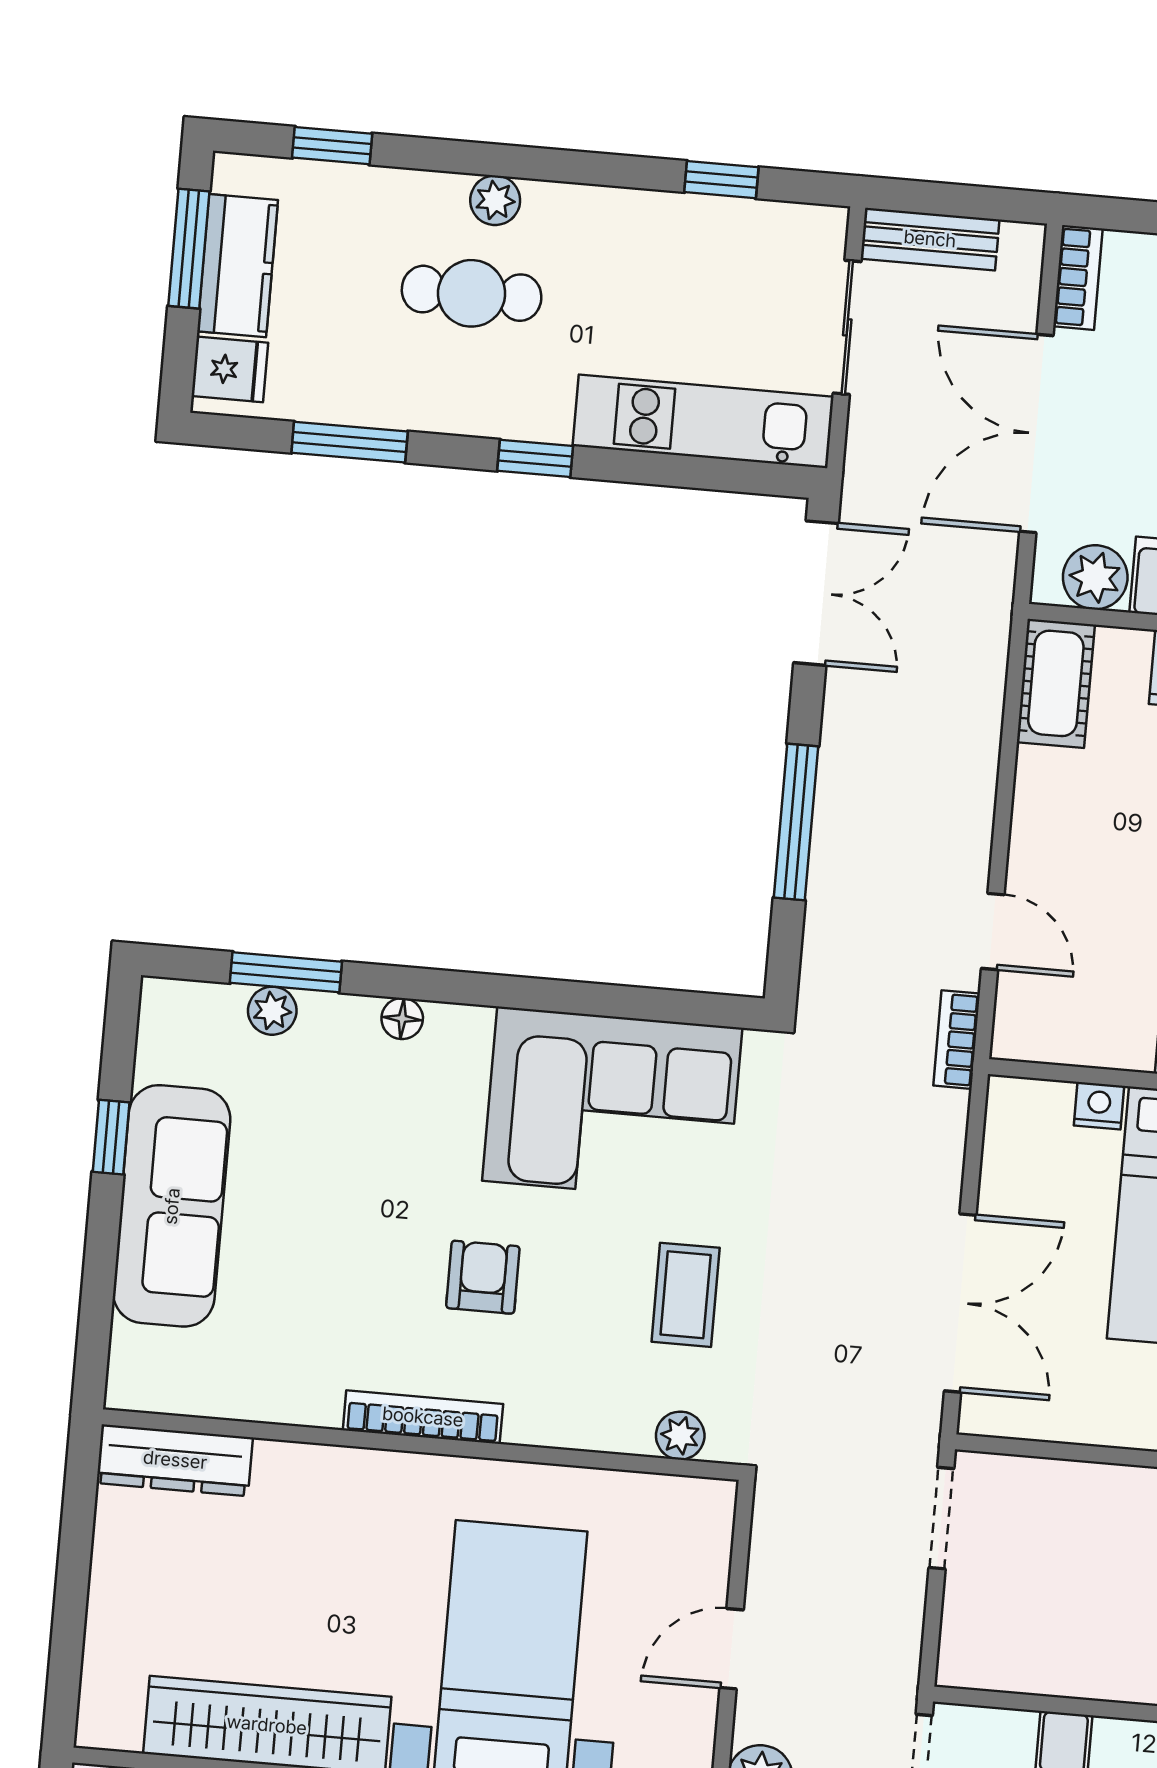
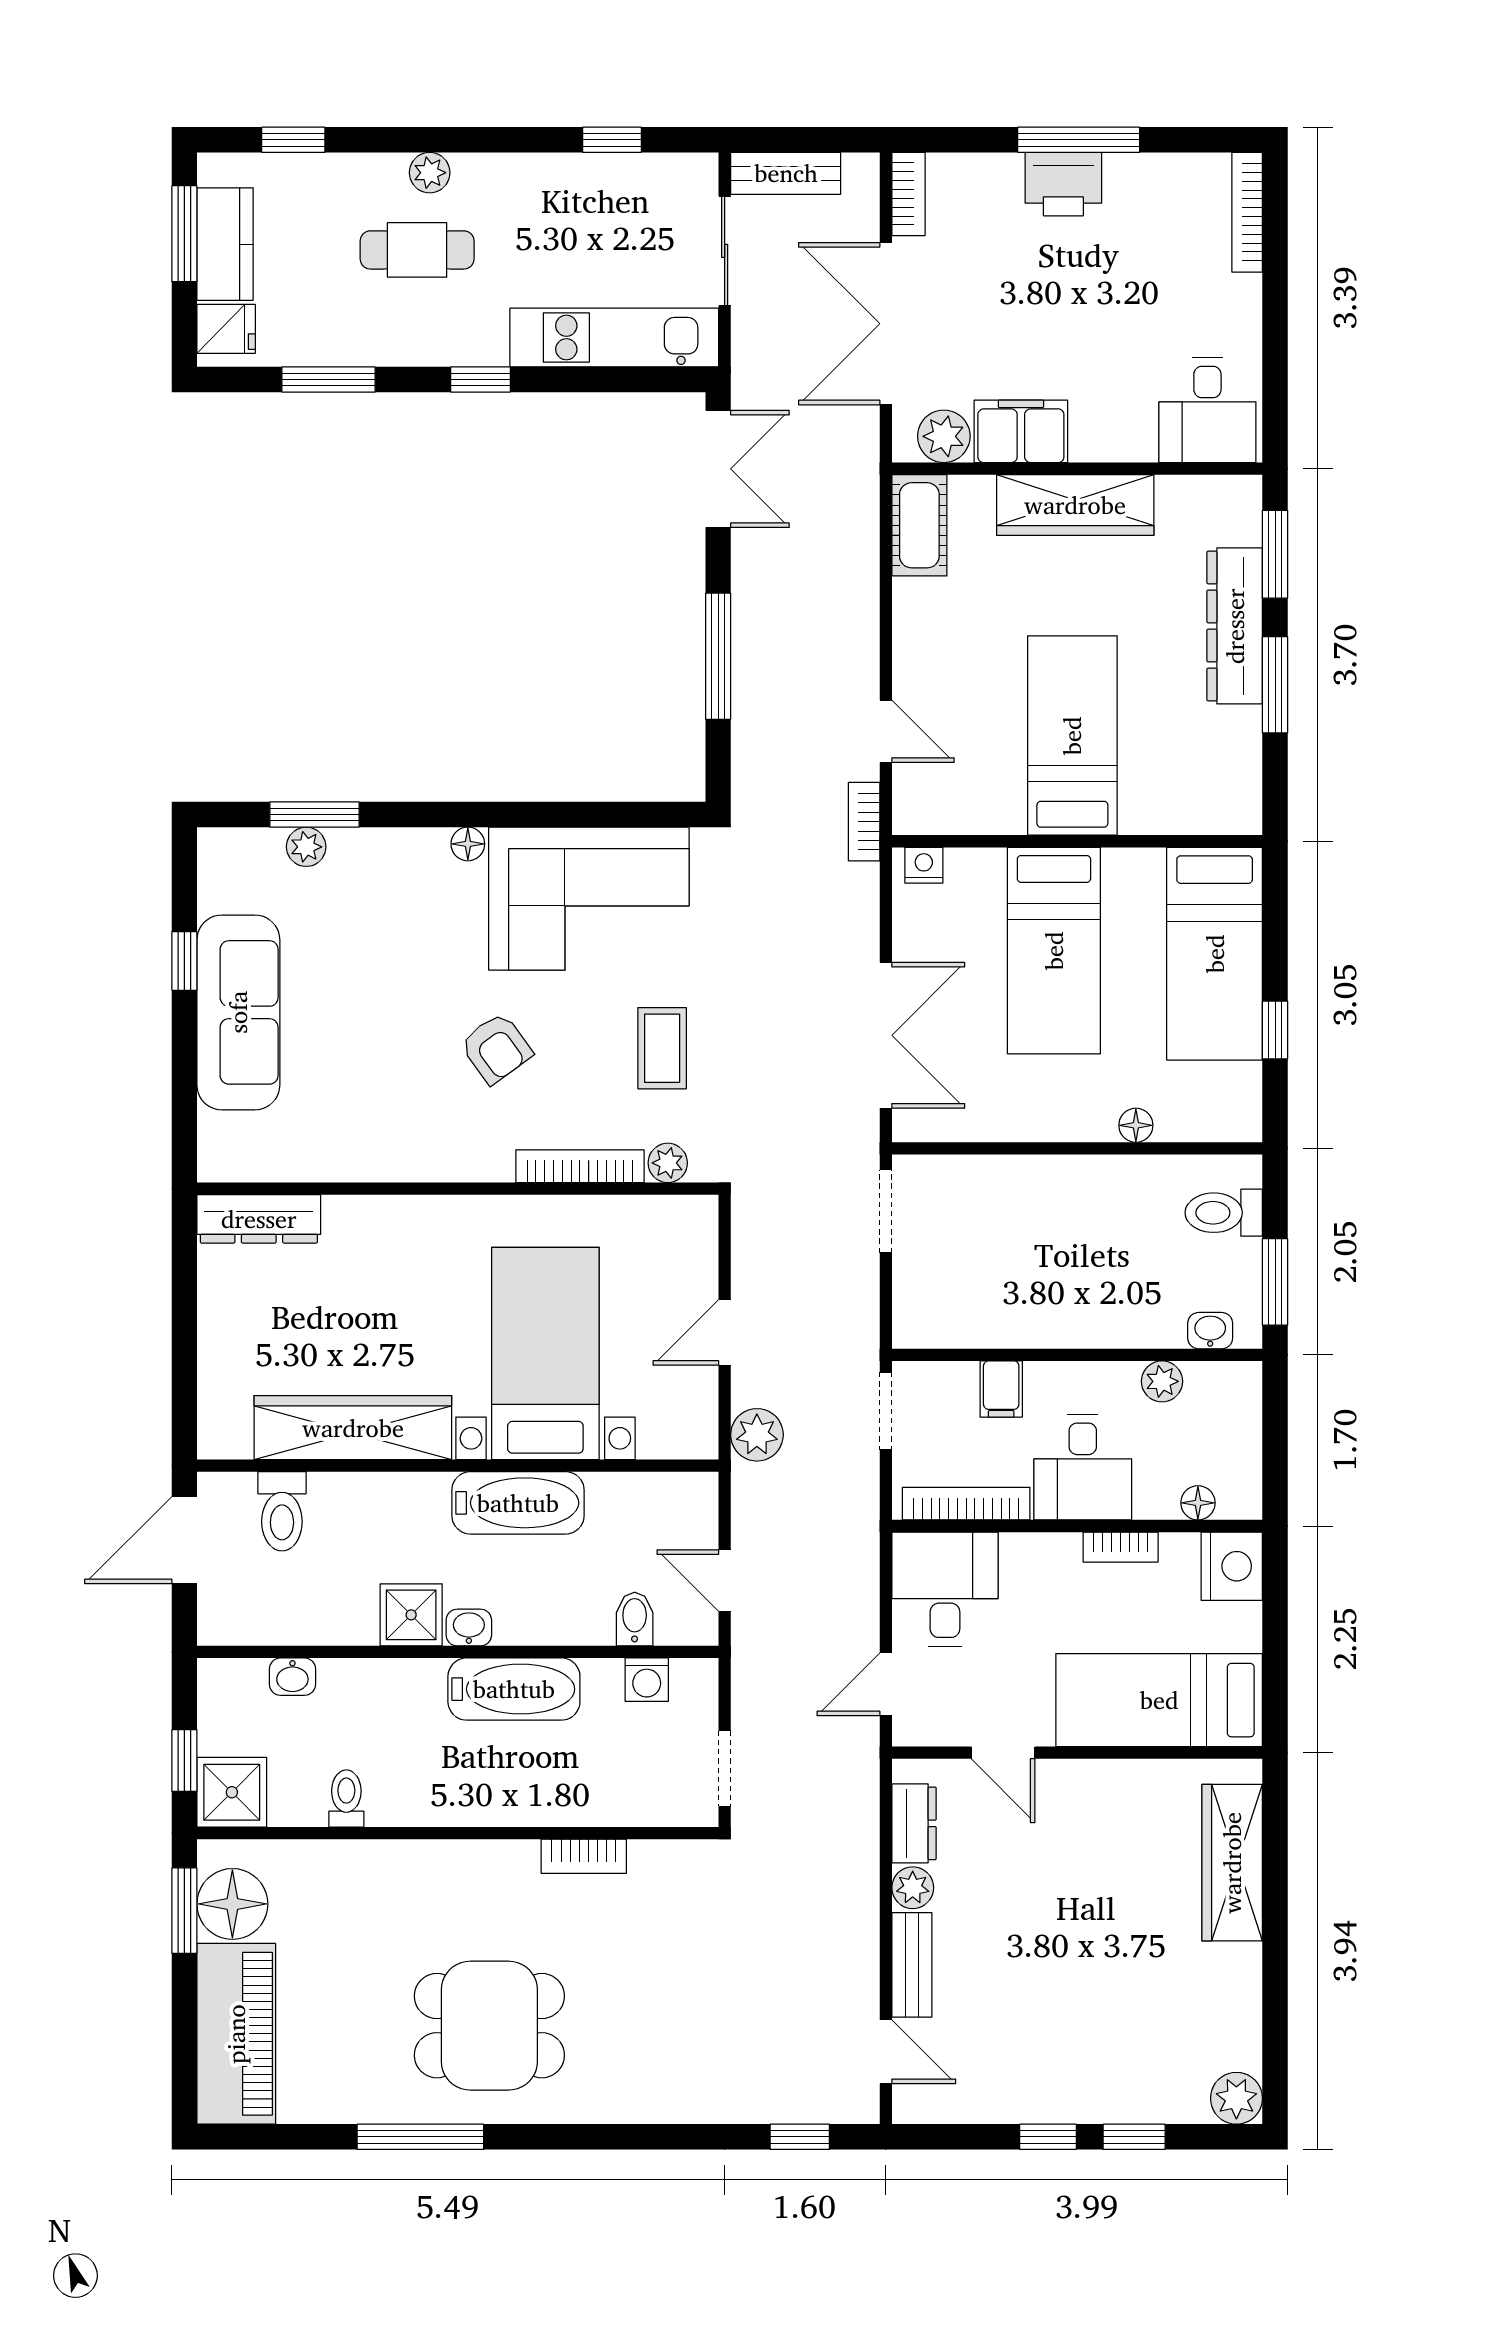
floor lamp: (402, 1019) -> (468, 844), moved
nightstand: (1099, 1106) -> (924, 865), moved
armchair: (483, 1277) -> (496, 1048), turned 144
bookcase: (423, 1417) -> (580, 1166), moved

